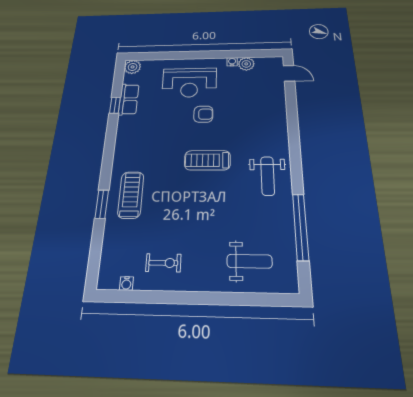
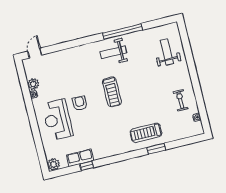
reception desk: (189, 83) -> (57, 120), turned 180
weight bench: (268, 176) -> (113, 52), turned 180
window: (301, 227) -> (123, 32), moved

